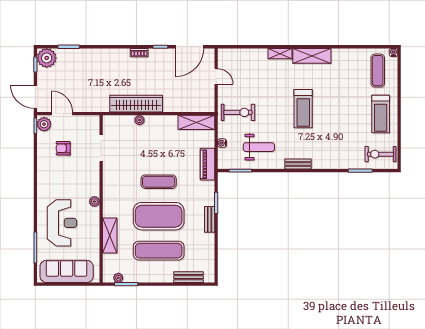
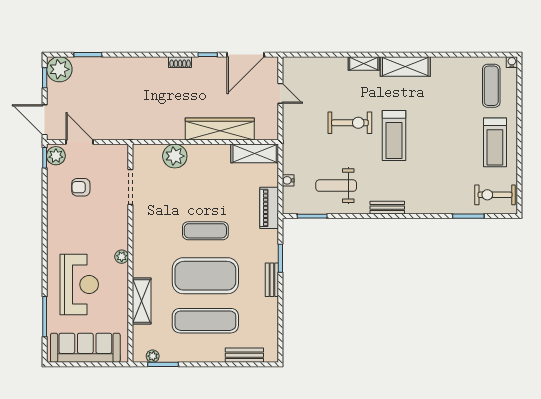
wardrobe: (136, 104) -> (220, 129), moved
exercise bike: (238, 112) -> (350, 123), moved
plant: (139, 120) -> (175, 156), width x1.88, depth x1.88
weight bench: (259, 147) -> (336, 186), turned 180

